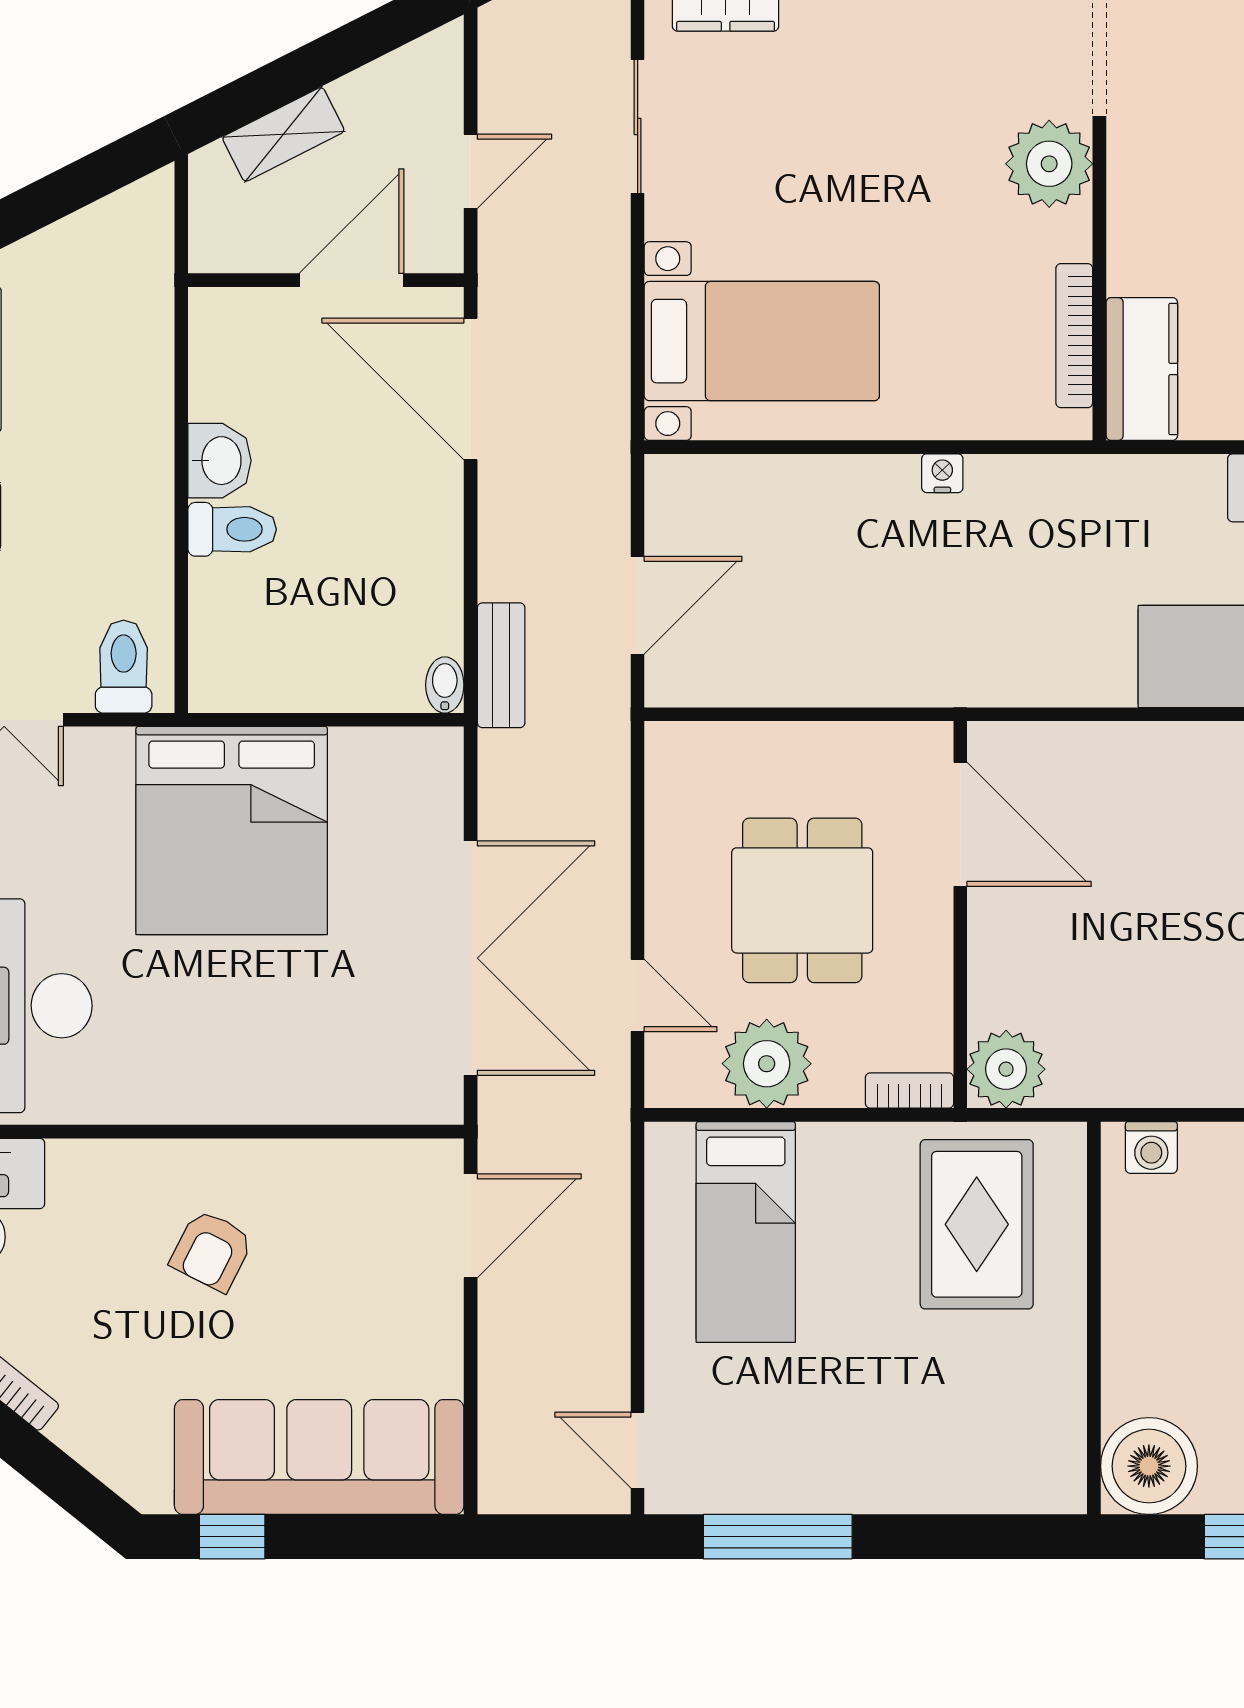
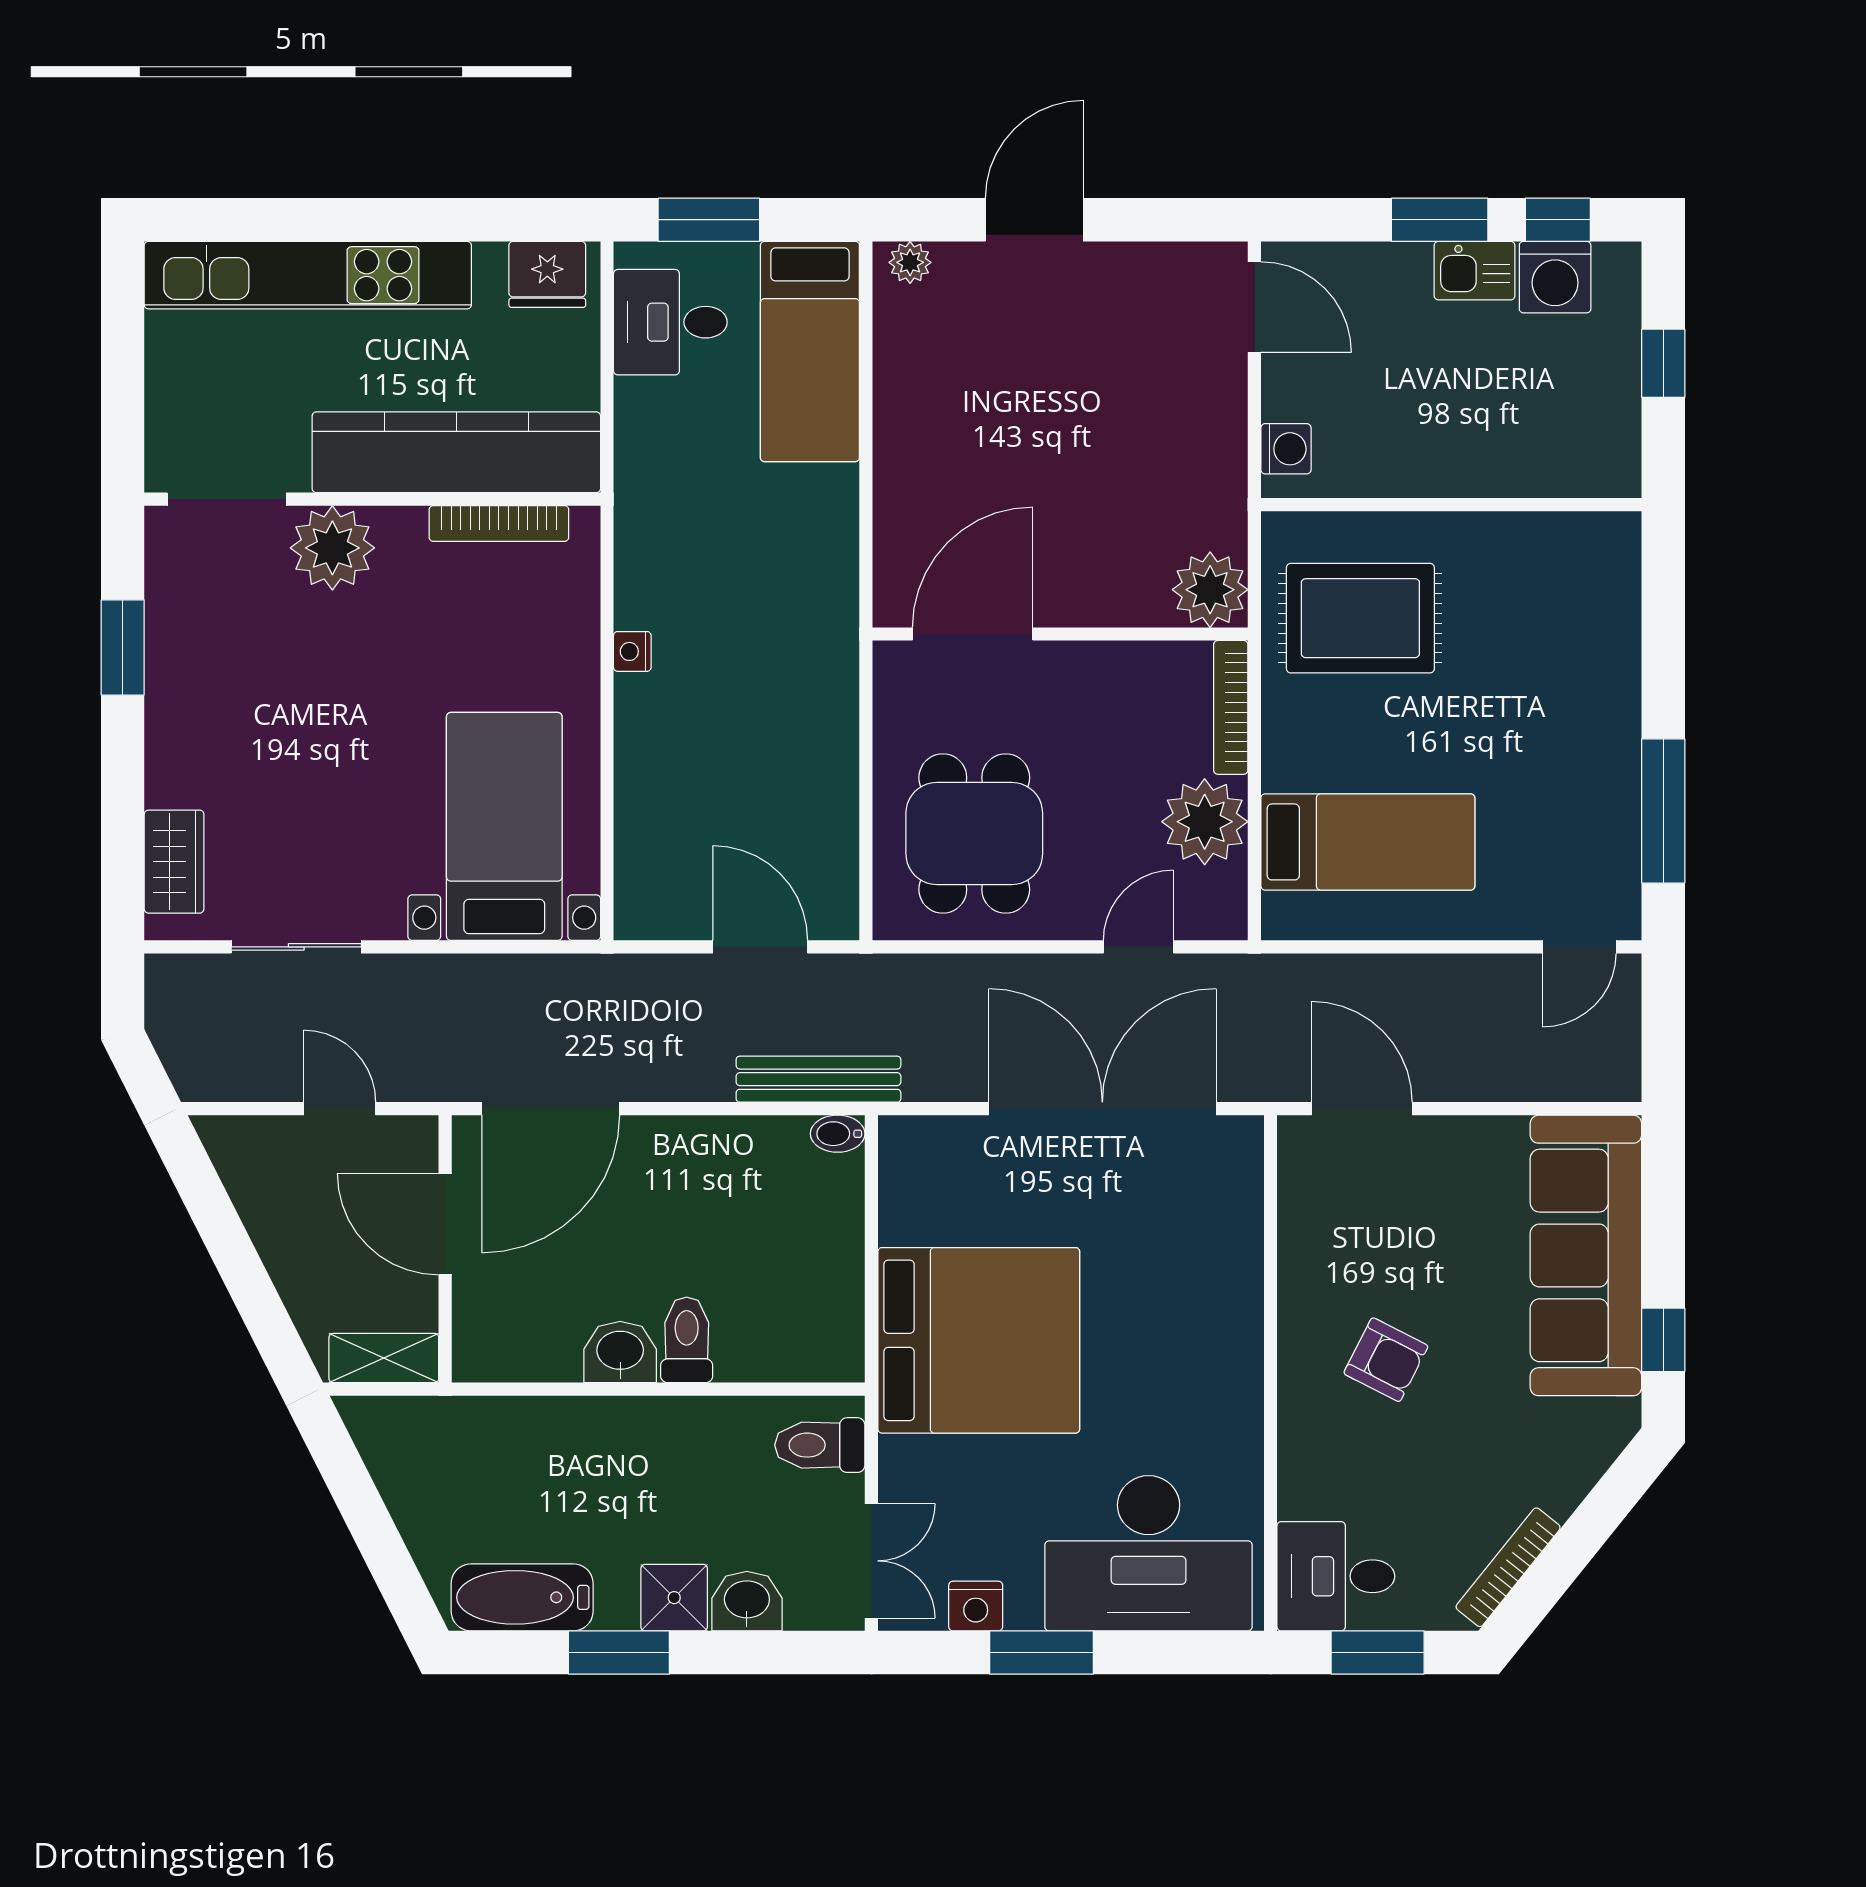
shelving: (283, 134) -> (384, 1358), moved, turned -63
kitchen counter: (1142, 369) -> (456, 452), width x2.08, depth x1.17
bench: (501, 665) -> (818, 1079), width x1.36
dining table: (802, 900) -> (974, 833), moved, turned 90
bookcase: (909, 1091) -> (1231, 707), width x1.56
boiler: (1149, 1466) -> (1595, 451), removed

